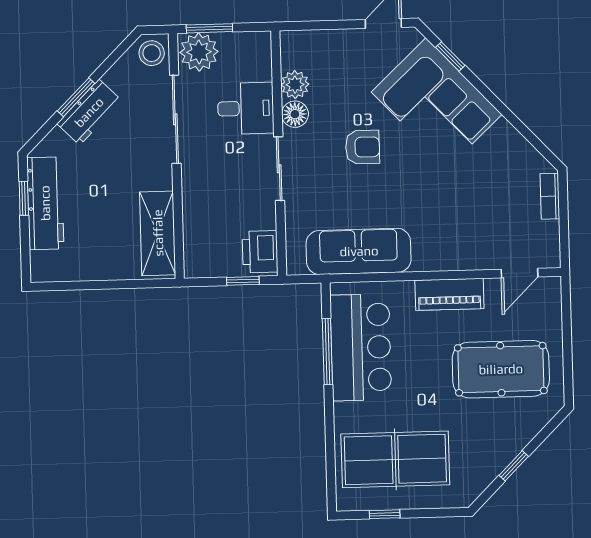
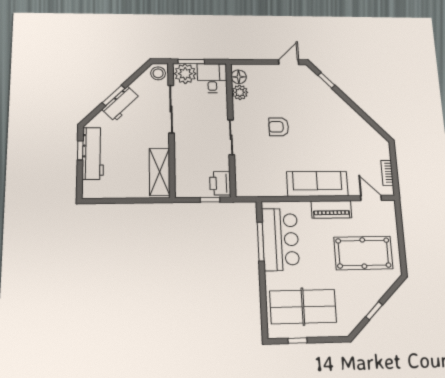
corner sofa: (437, 103) -> (320, 104), removed
desk: (246, 108) -> (212, 78), moved, turned -90
floor lamp: (295, 114) -> (239, 77), moved
armchair: (363, 147) -> (279, 127), turned 180
bookcase: (550, 196) -> (387, 173), moved
sofa: (359, 251) -> (317, 184), moved
door: (519, 273) -> (371, 198), swing flipped

